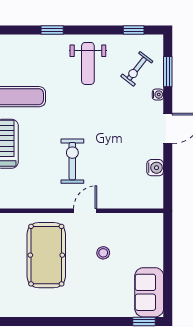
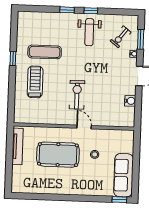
window: (134, 30) -> (91, 11), moved
door: (85, 211) -> (84, 127), hinge flipped
pool table: (46, 255) -> (58, 155), turned 90
sofa: (149, 292) -> (124, 175), width x1.36

